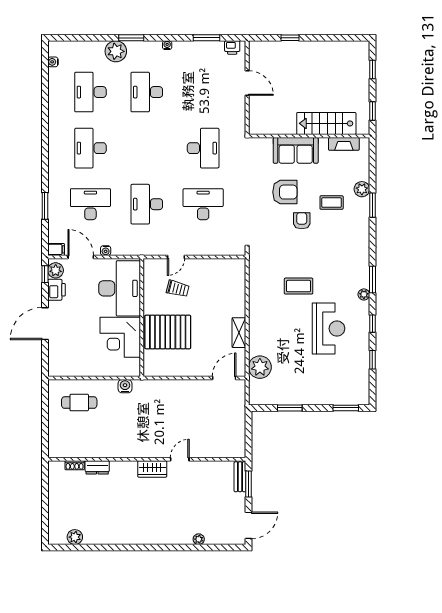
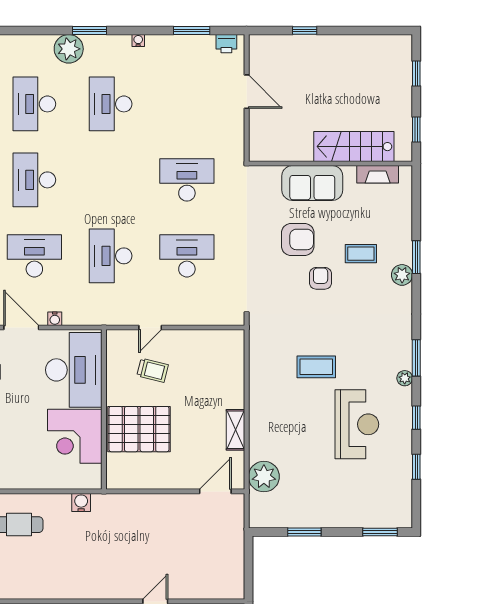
desk: (203, 148) -> (187, 180), turned -90
plant: (362, 189) -> (402, 275), moved

